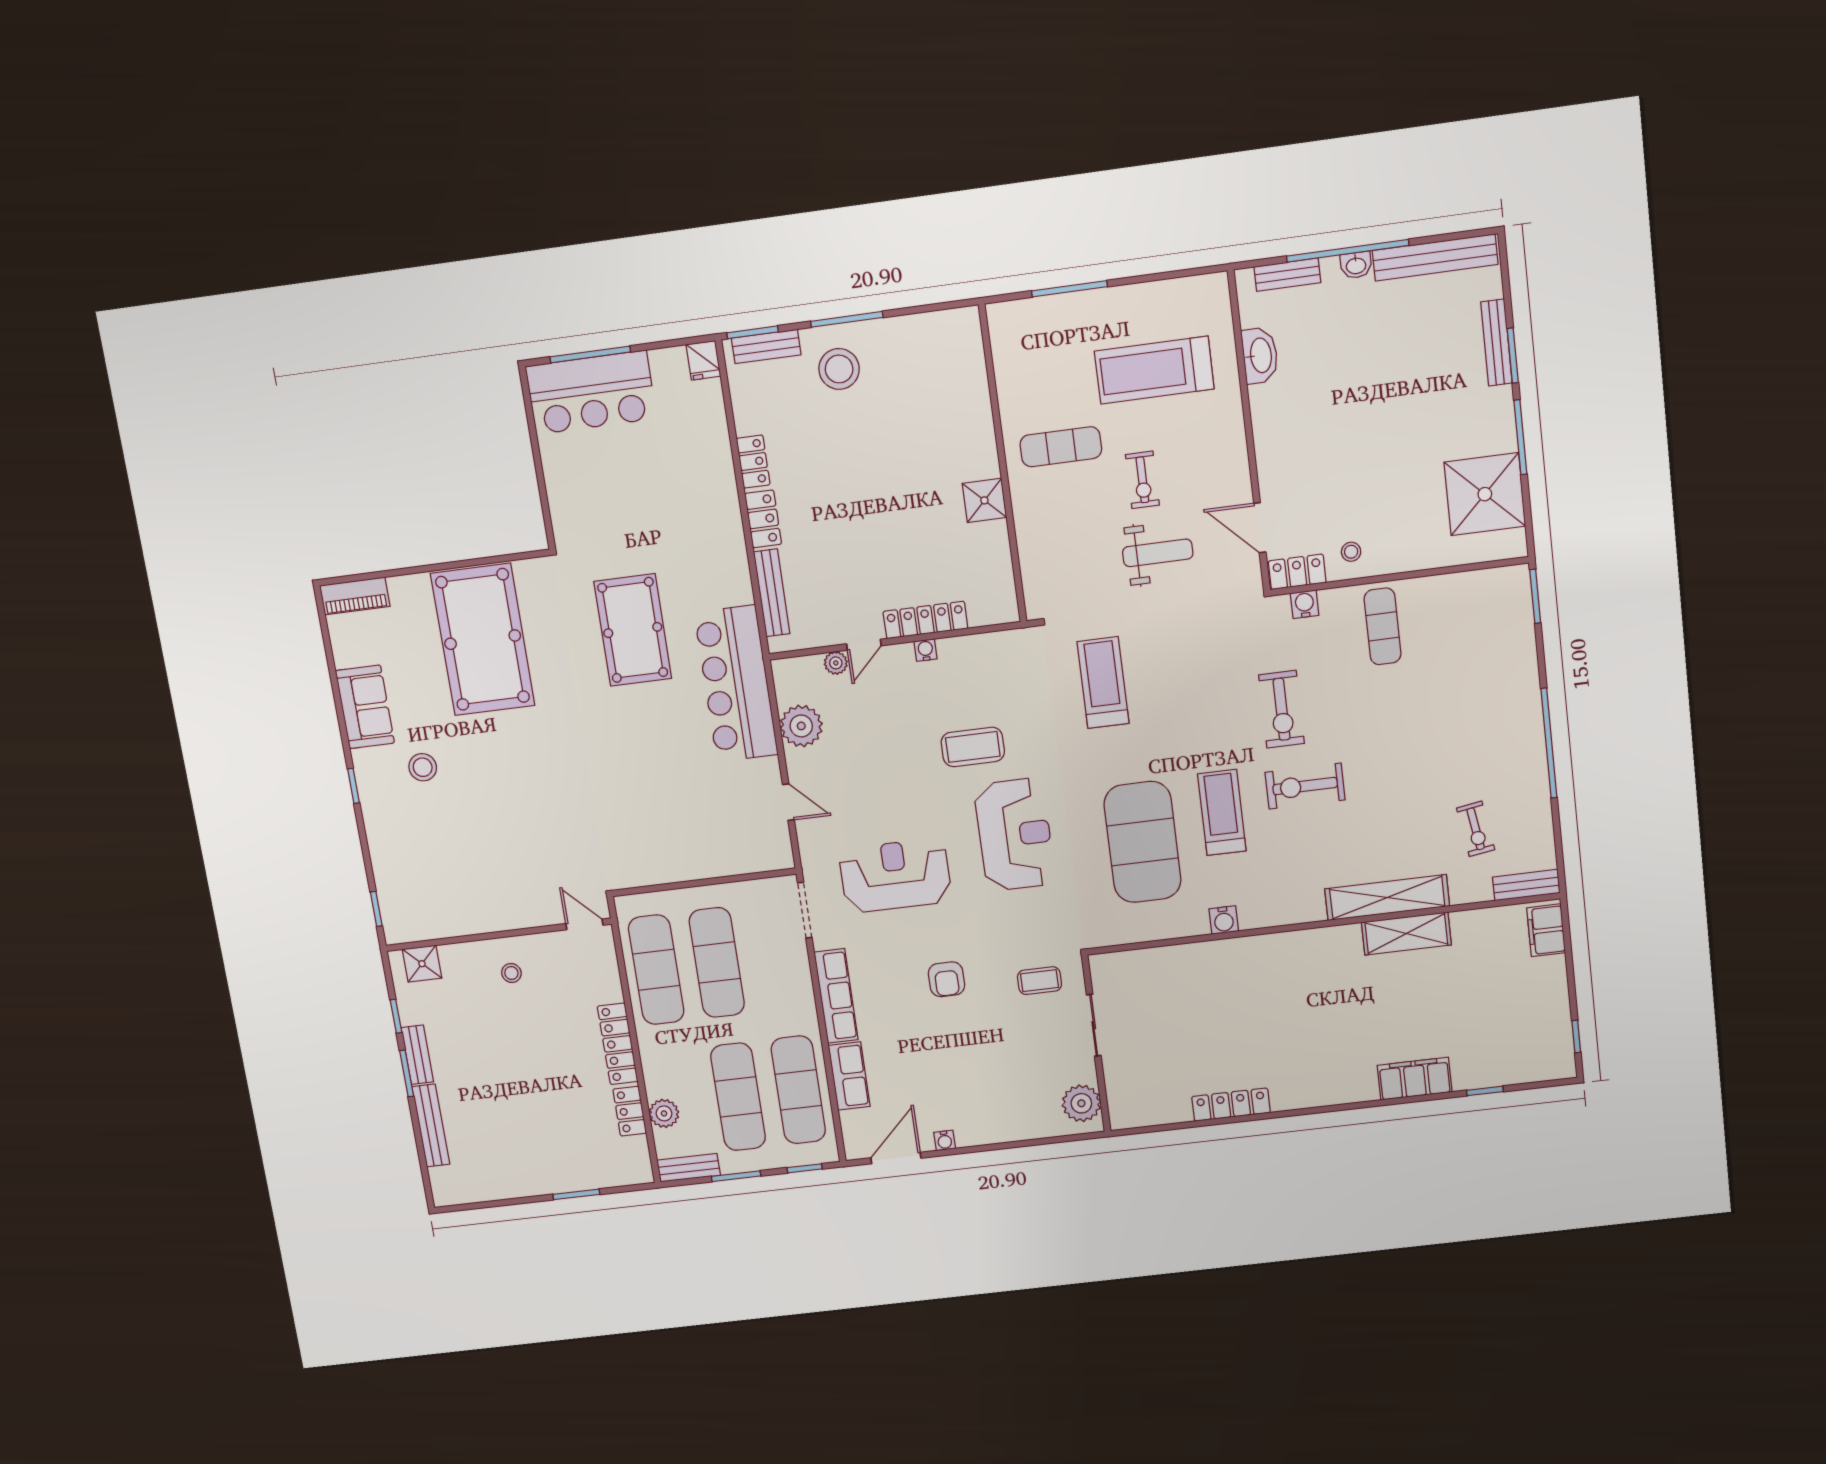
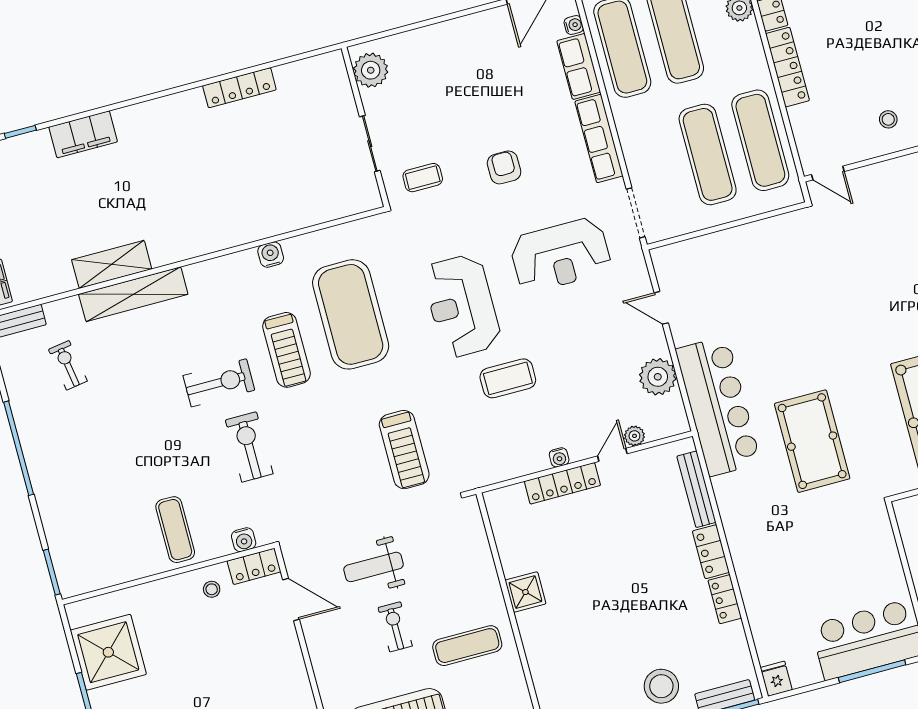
water cooler: (945, 1140) -> (574, 25), moved, turned 90

